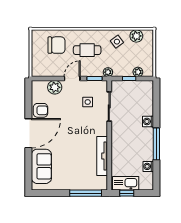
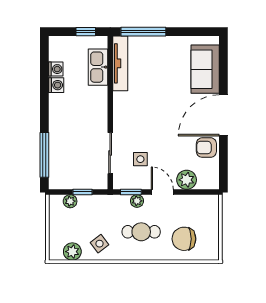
plant: (108, 72) -> (137, 201), moved
door: (72, 79) -> (162, 192), swing flipped
washing machine: (148, 121) -> (56, 85), moved
window: (156, 144) -> (44, 155), moved
tv unit: (102, 156) -> (120, 63), moved
kitchen sink: (126, 183) -> (98, 67), moved, turned 90

